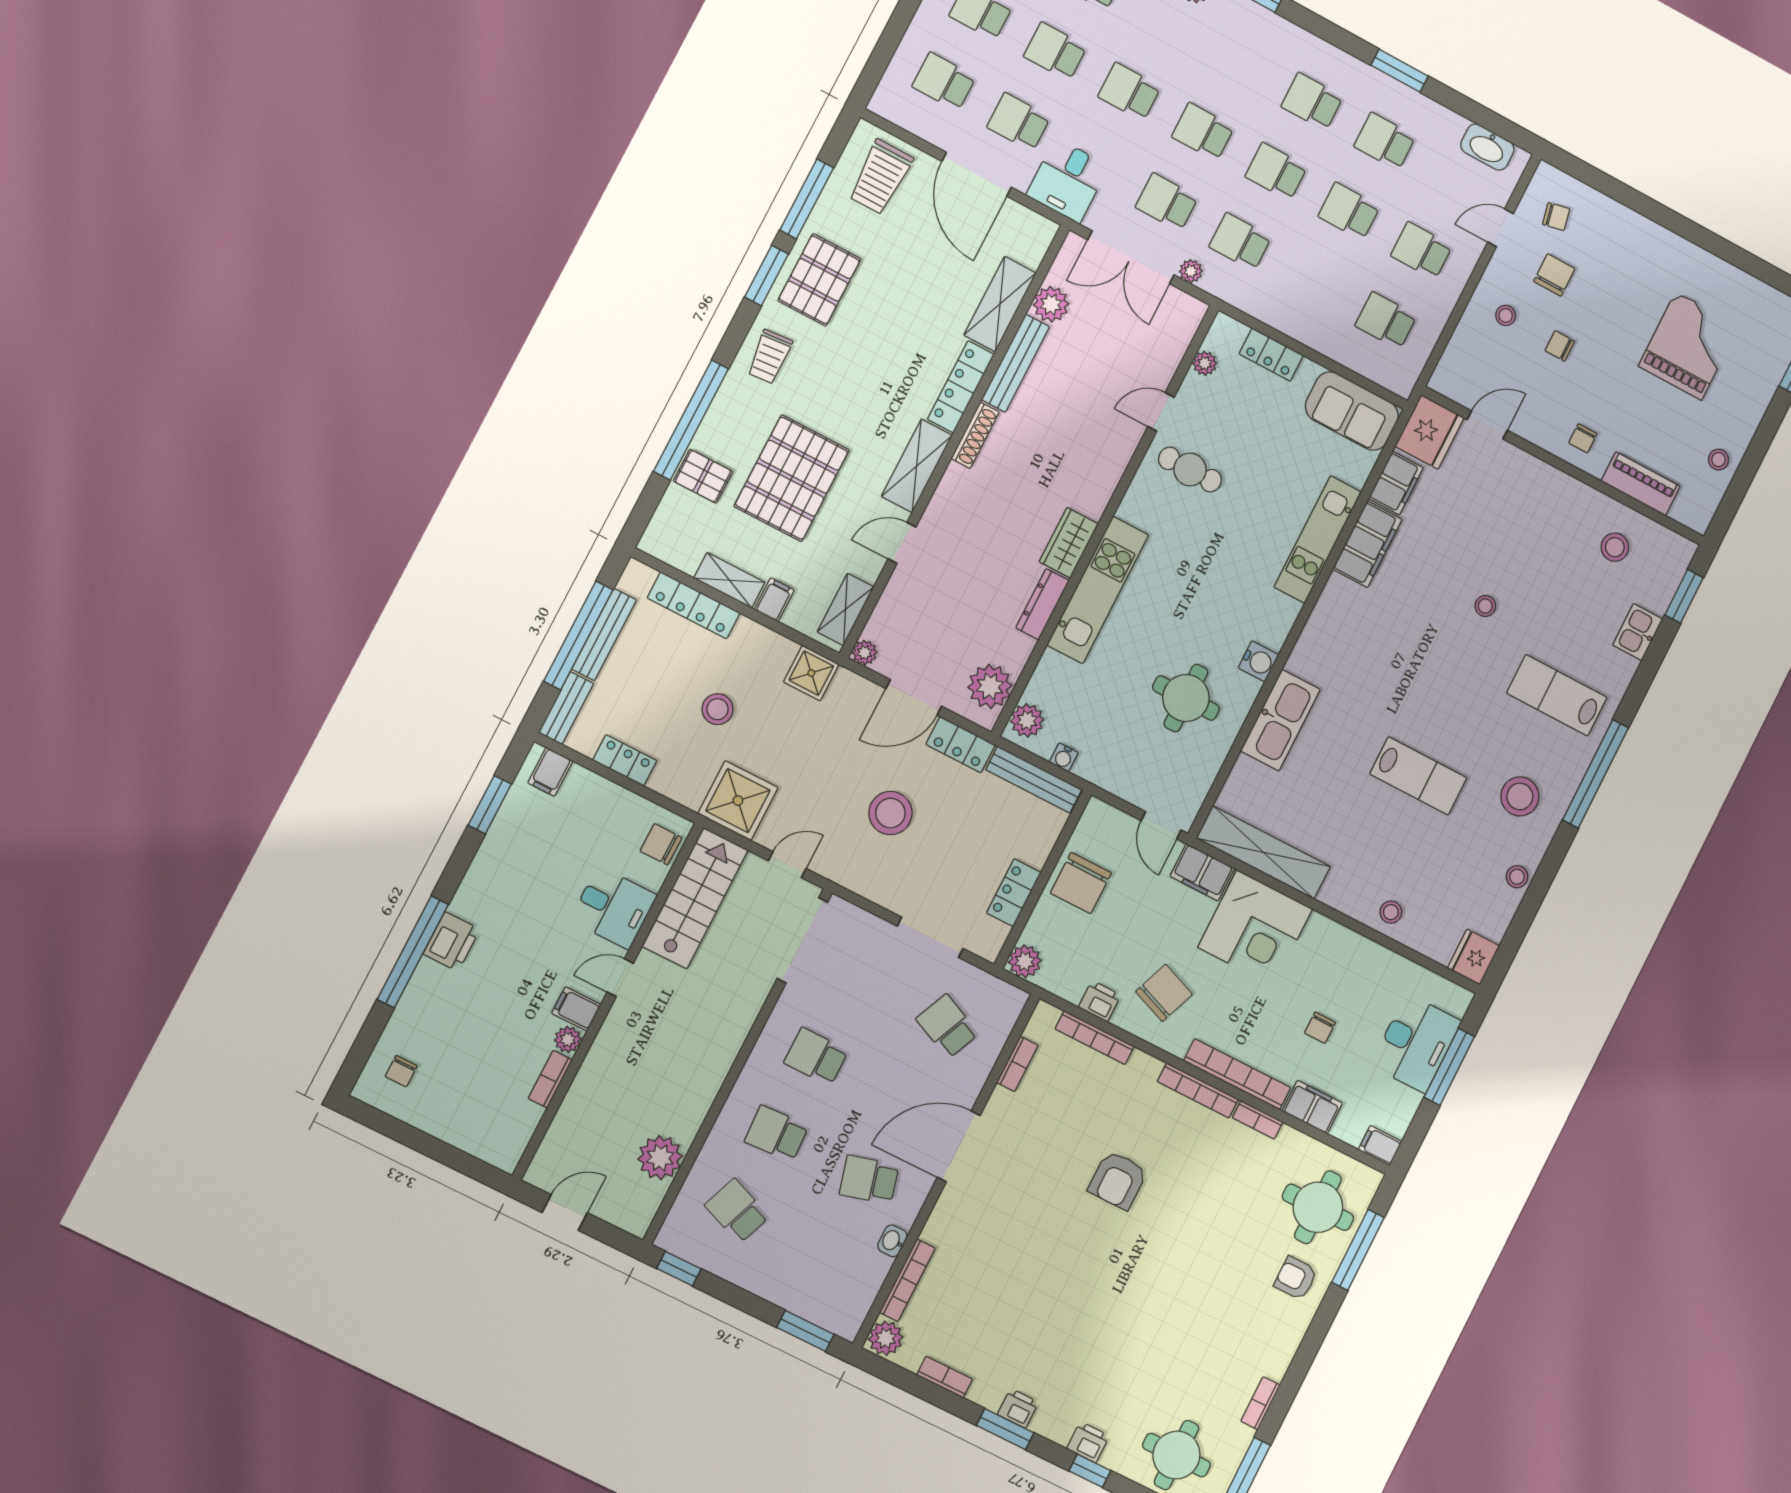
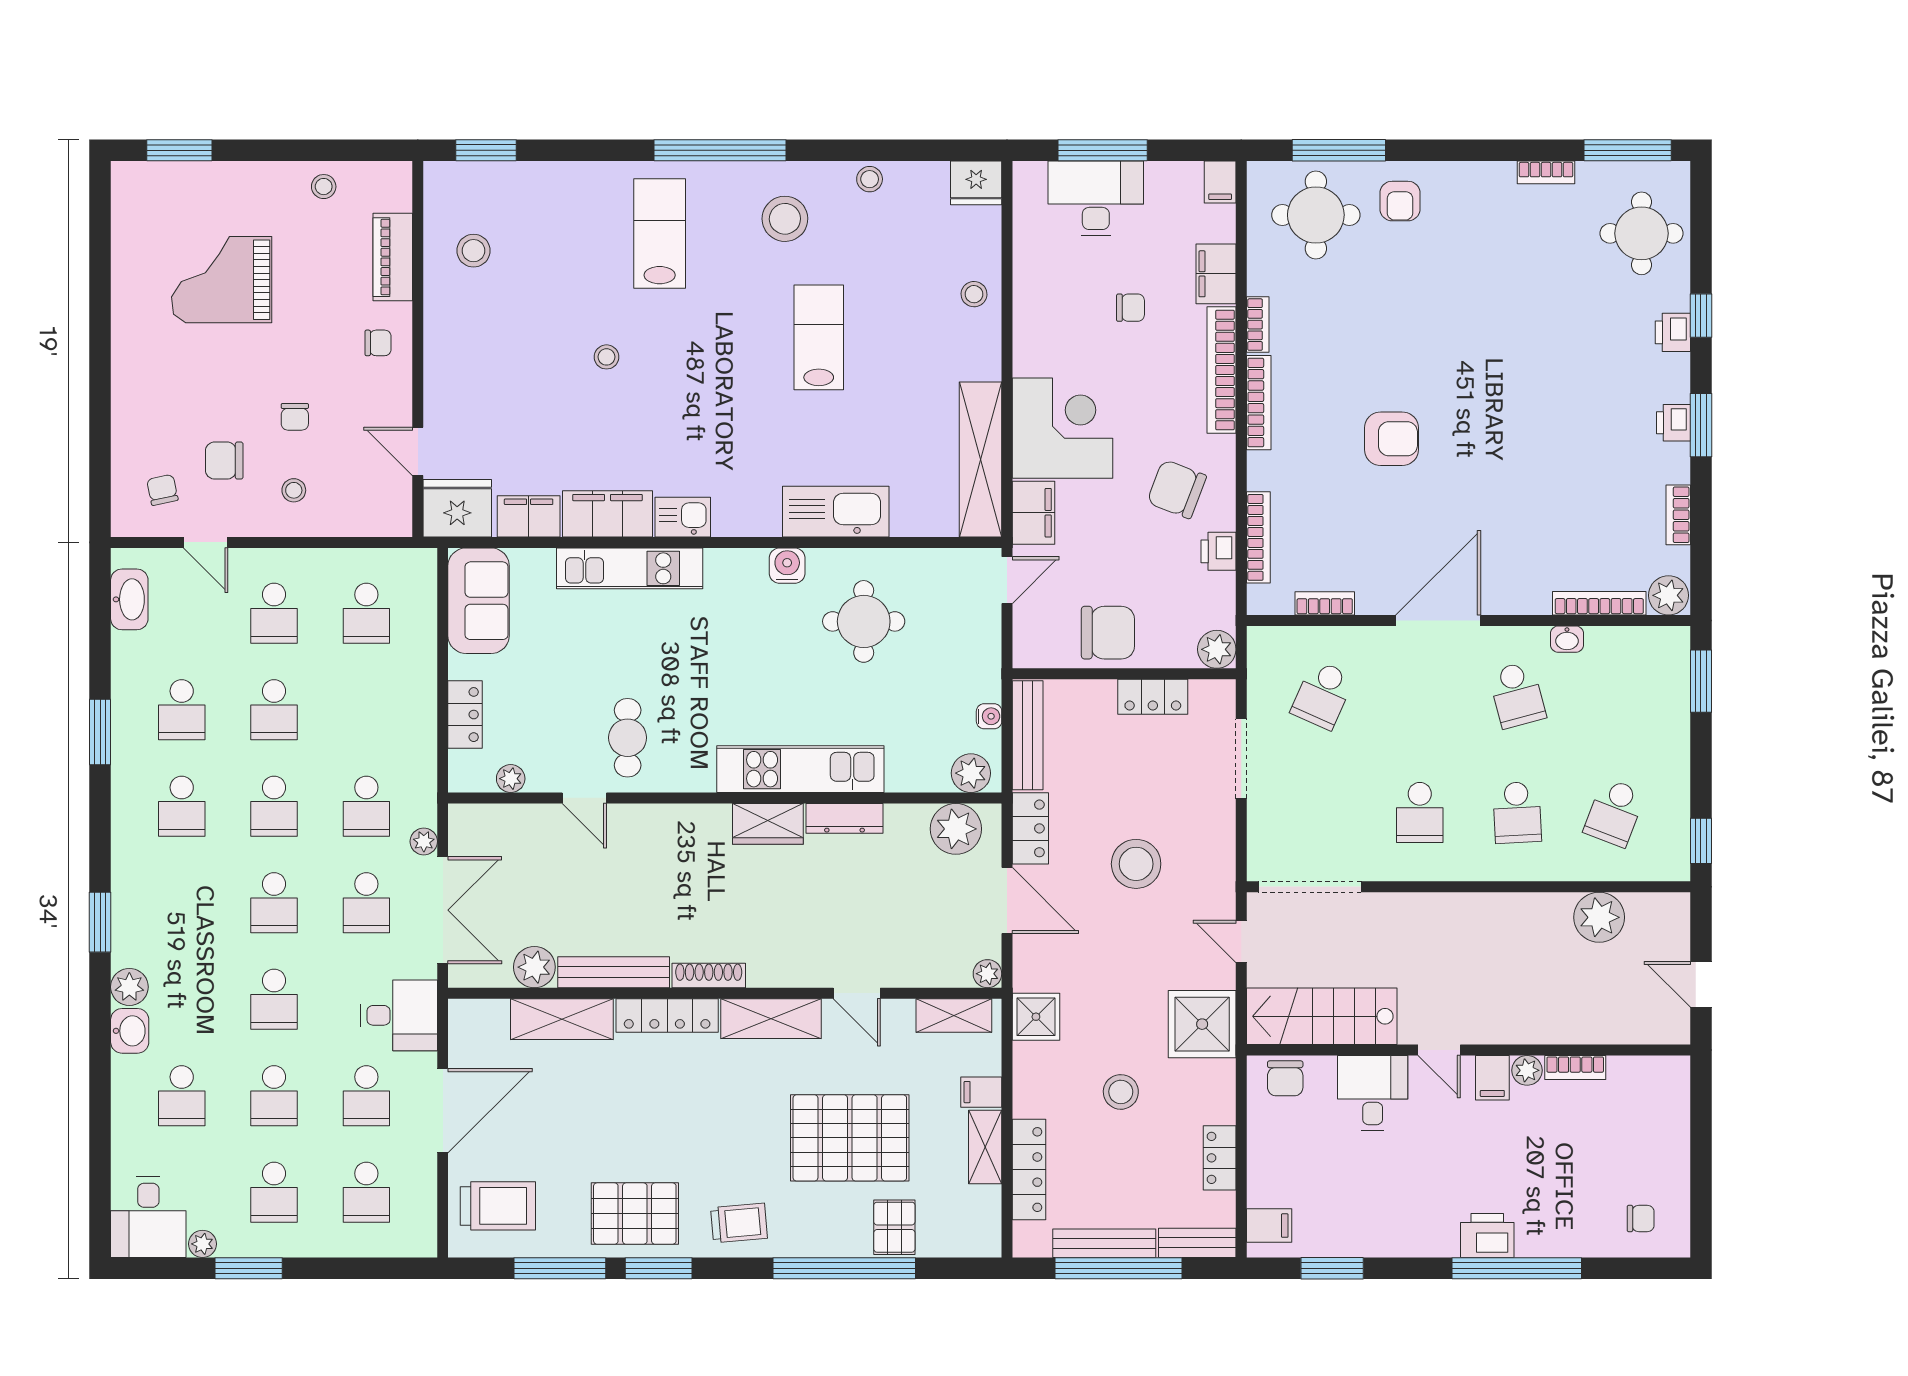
kitchen sink: (1638, 632) -> (683, 517), moved, turned 180
lab bench: (1557, 695) -> (660, 233), turned 180
door: (959, 1146) -> (1438, 621), swing flipped

